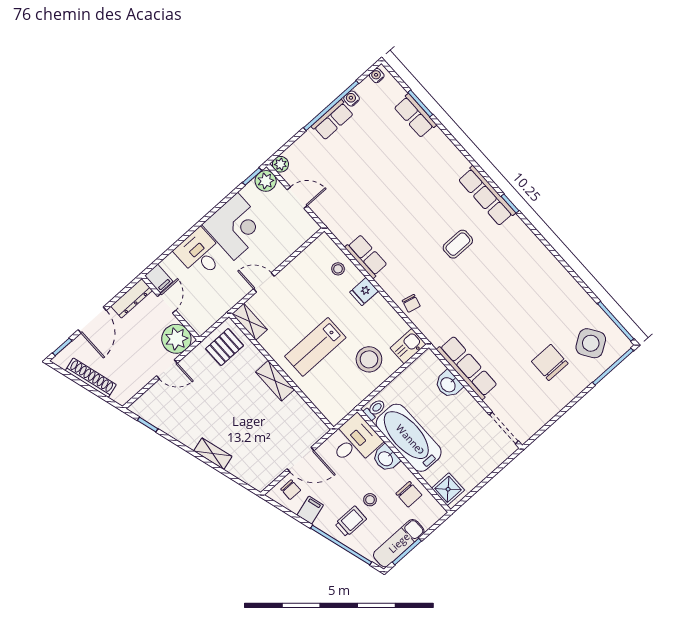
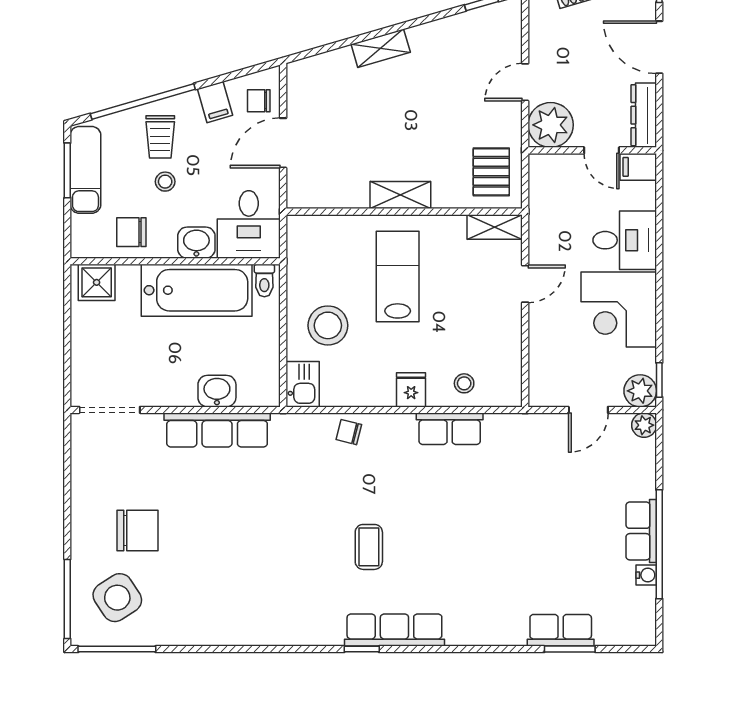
water cooler: (377, 76) -> (647, 628), removed

